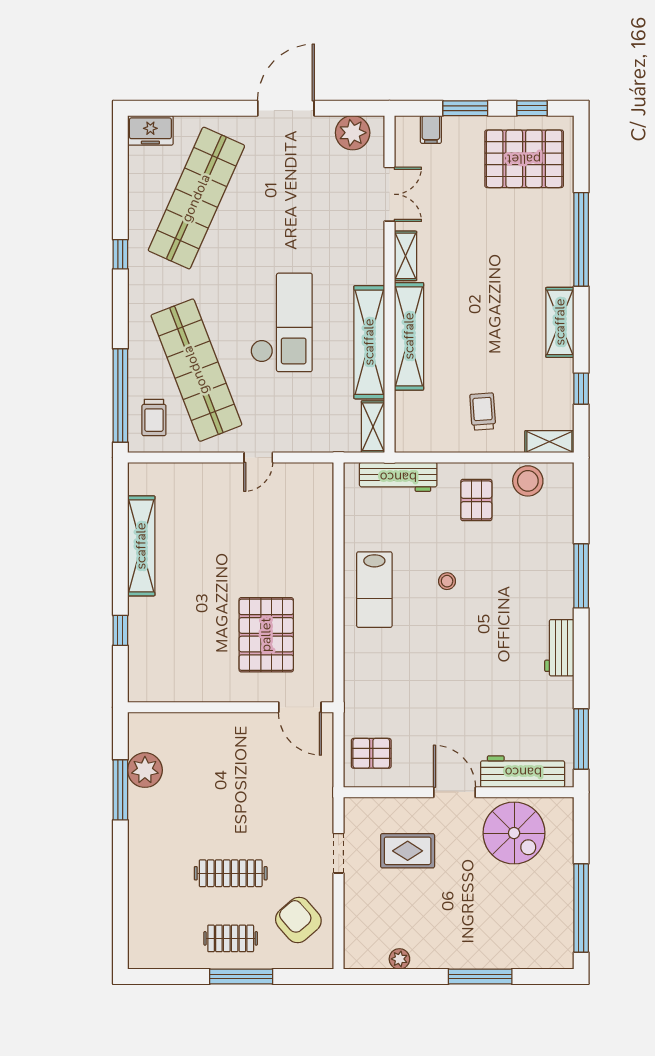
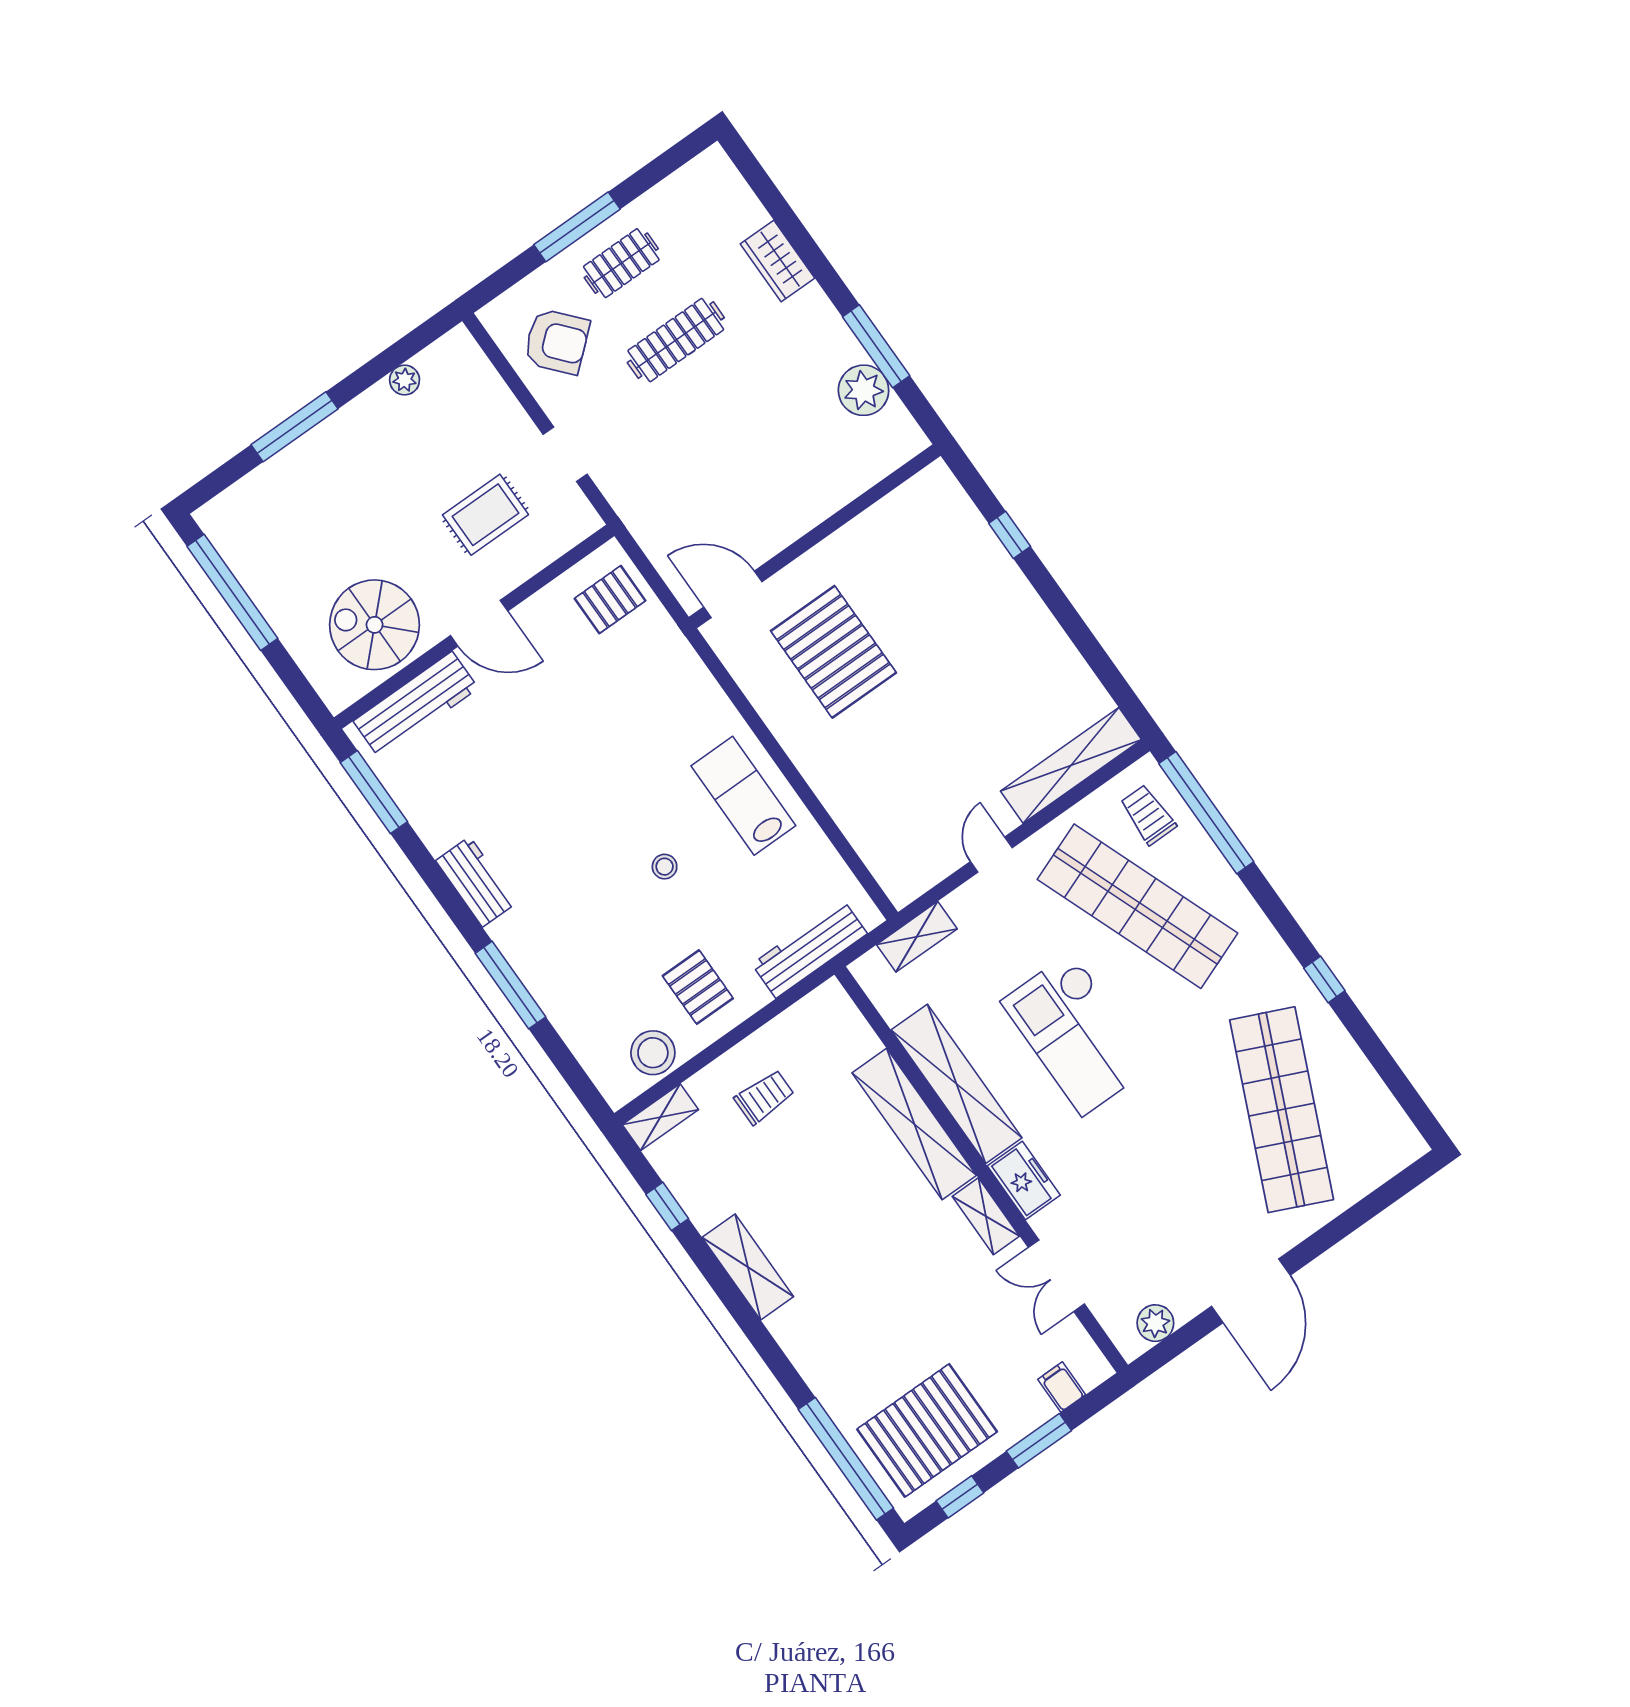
freezer: (150, 130) -> (1024, 1181), moved, turned 90
plant: (353, 133) -> (1155, 1323), width x0.73, depth x0.73
window: (581, 239) -> (846, 1459), moved
trolley: (483, 412) -> (764, 1097), turned -86
shelving: (373, 427) -> (917, 937), moved, turned 90
shelving: (141, 546) -> (1071, 765), moved, turned 90
wardrobe: (142, 877) -> (778, 261), added

